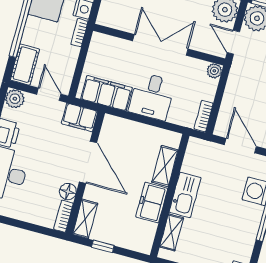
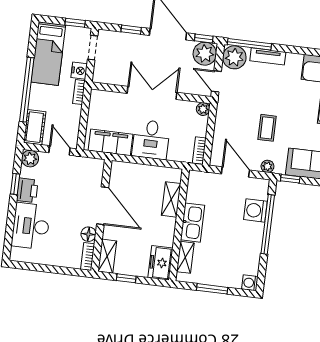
filing cabinet: (80, 117) -> (90, 167), removed
freezer: (152, 203) -> (160, 263), moved

